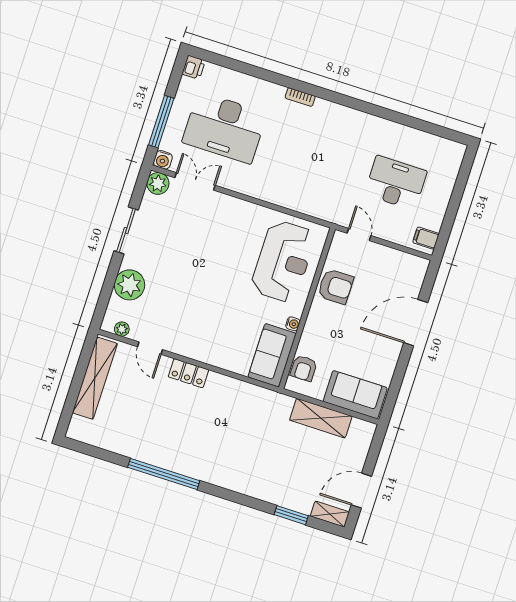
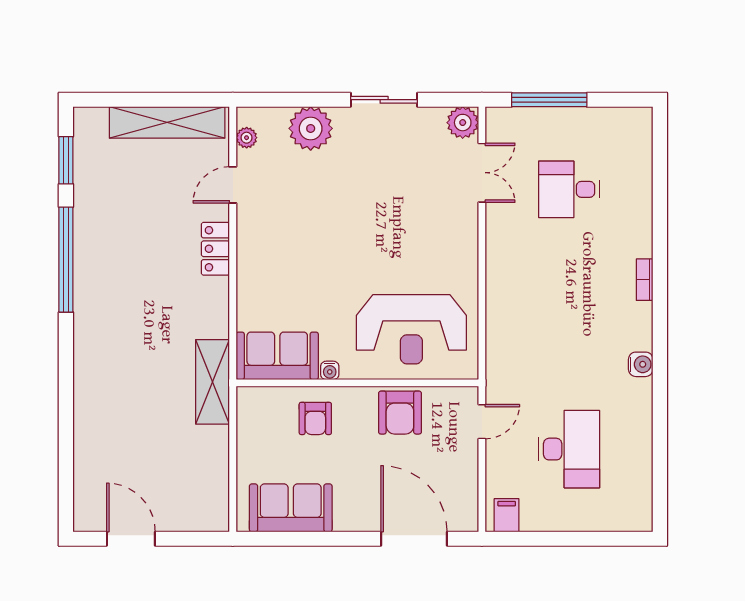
printer: (194, 67) -> (638, 120), removed
desk: (225, 128) -> (569, 189), width x0.53, depth x0.77
water cooler: (163, 160) -> (641, 364), moved, turned 180
door: (416, 323) -> (414, 539), moved
armchair: (304, 368) -> (315, 418), moved, turned -90
sofa: (355, 395) -> (291, 508), moved, turned -90
shelving: (321, 418) -> (213, 382), moved
shelving: (330, 514) -> (85, 506), removed
window: (291, 515) -> (66, 160), moved

